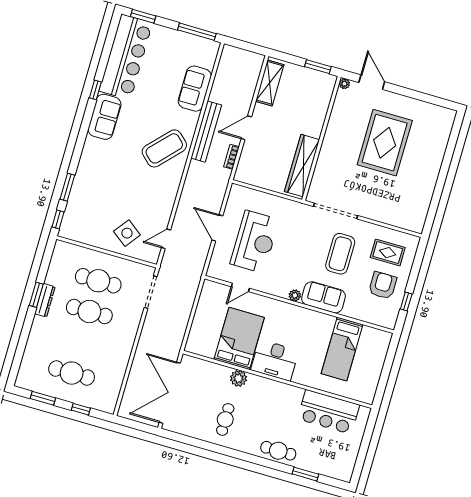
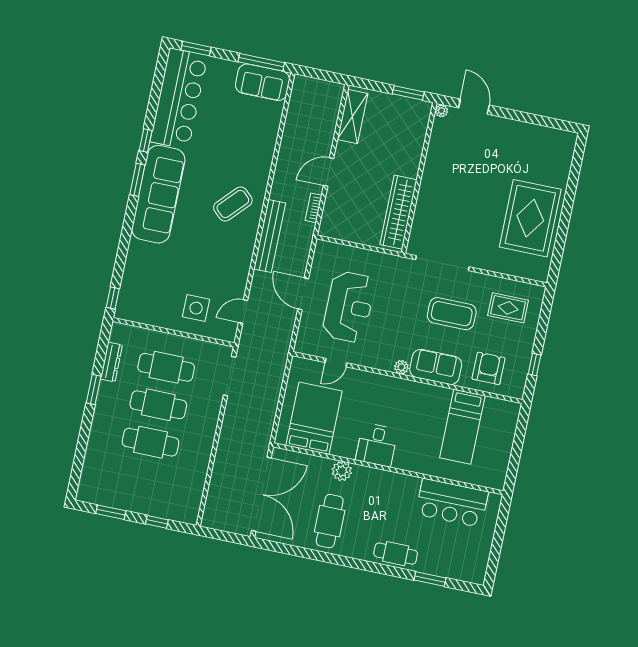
sofa: (195, 89) -> (263, 82), moved, turned -90
sofa: (104, 117) -> (158, 194), width x1.85, depth x1.27
bench: (206, 132) -> (270, 236), moved
rug: (385, 143) -> (530, 218), moved
coffee table: (164, 148) -> (233, 204), width x0.73, depth x0.76
window: (67, 187) -> (137, 180), moved
side table: (127, 233) -> (196, 308), turned -37
coffee table: (340, 254) -> (452, 314), turned 90
armchair: (383, 285) -> (489, 368), moved
dresser: (45, 300) -> (111, 362), moved
bed: (239, 338) -> (314, 418), moved
desk: (275, 360) -> (377, 445), width x0.73
cafe table: (72, 373) -> (150, 442), moved
double door: (170, 393) -> (261, 494), swing flipped
cafe table: (225, 419) -> (330, 521), width x1.37, depth x1.35

